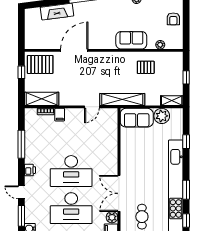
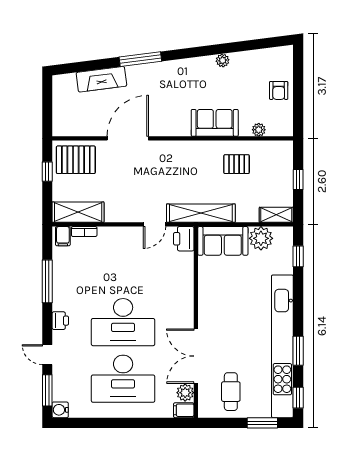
filing cabinet: (60, 115) -> (63, 236), moved
printer: (111, 116) -> (184, 239), added
window: (186, 142) -> (298, 256), moved

